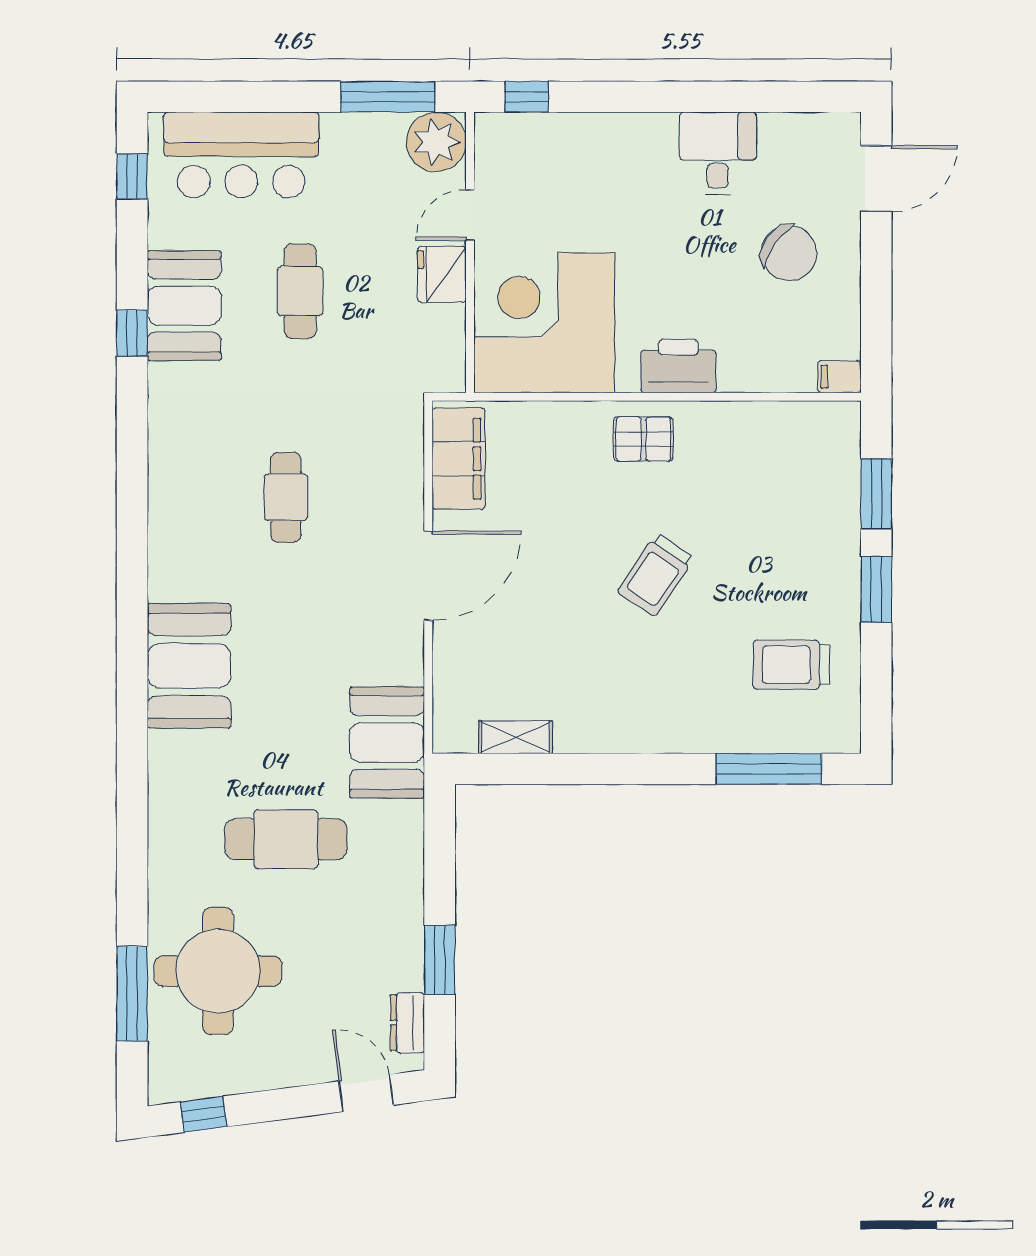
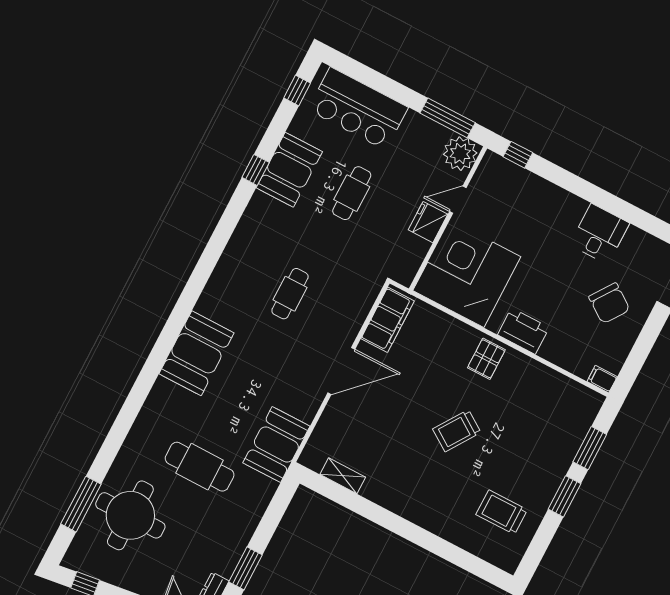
pallet: (643, 439) -> (486, 359), turned 90
window: (769, 769) -> (463, 559), removed

